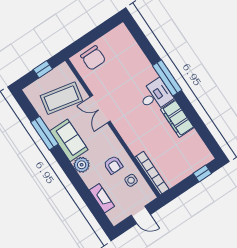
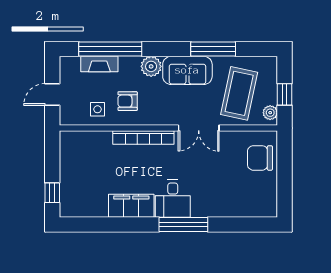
plant: (60, 71) -> (270, 113), added
double door: (100, 109) -> (199, 128), swing flipped
bookcase: (152, 173) -> (143, 138), moved
window: (88, 198) -> (110, 49), added

